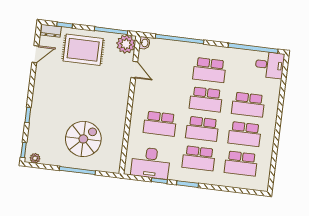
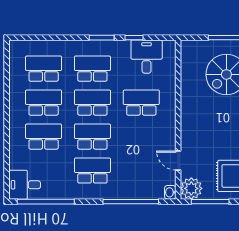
desk: (151, 163) -> (147, 57), width x0.73

